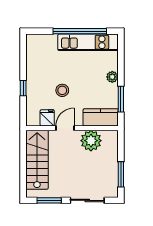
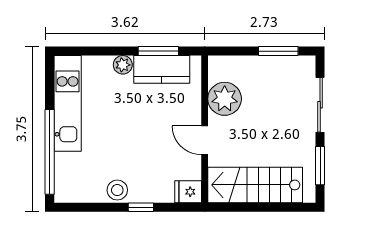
window: (80, 31) -> (50, 152), moved
stool: (62, 90) -> (117, 190), moved
kitchen counter: (101, 117) -> (162, 69), moved, turned -90
fridge: (47, 118) -> (188, 192), moved

